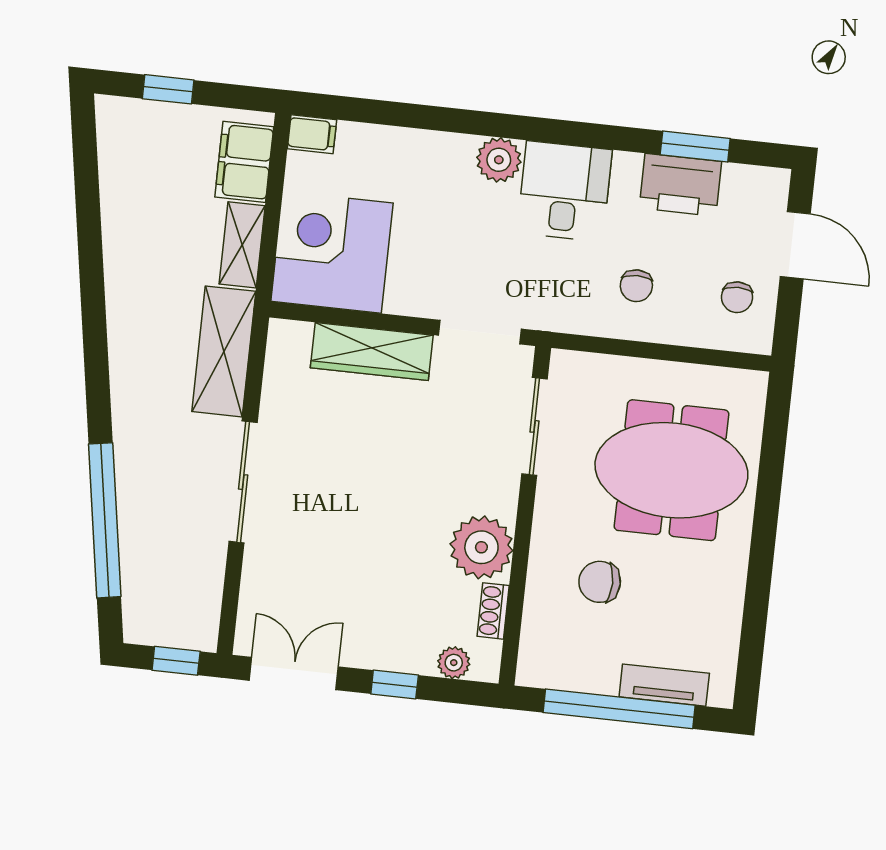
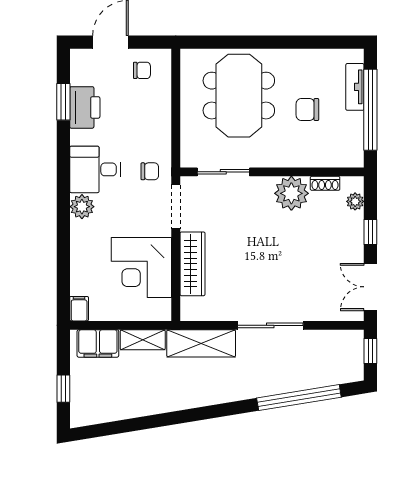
corner desk: (332, 252) -> (141, 267), moved
chair: (636, 286) -> (150, 171), moved
chair: (600, 582) -> (307, 110), moved, turned 90

